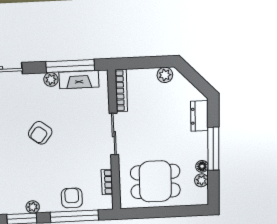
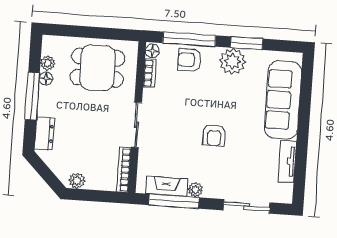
armchair: (40, 133) -> (214, 135), turned 142
armchair: (72, 198) -> (189, 60), turned 90
floor lamp: (107, 202) -> (152, 51), added
plant: (33, 207) -> (233, 61), width x1.87, depth x1.87

